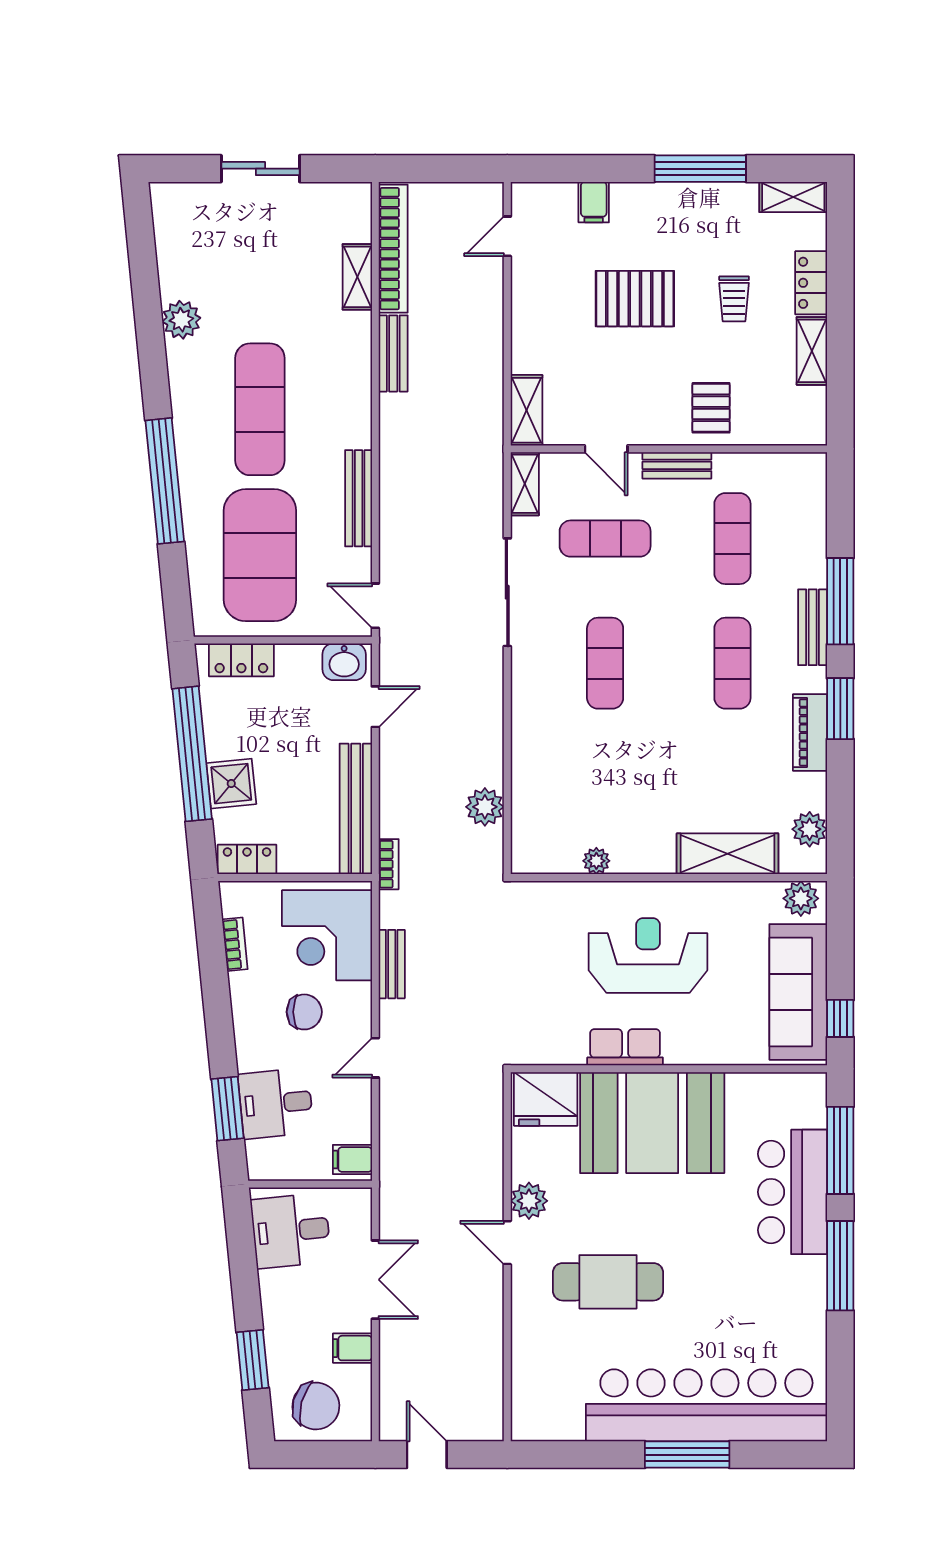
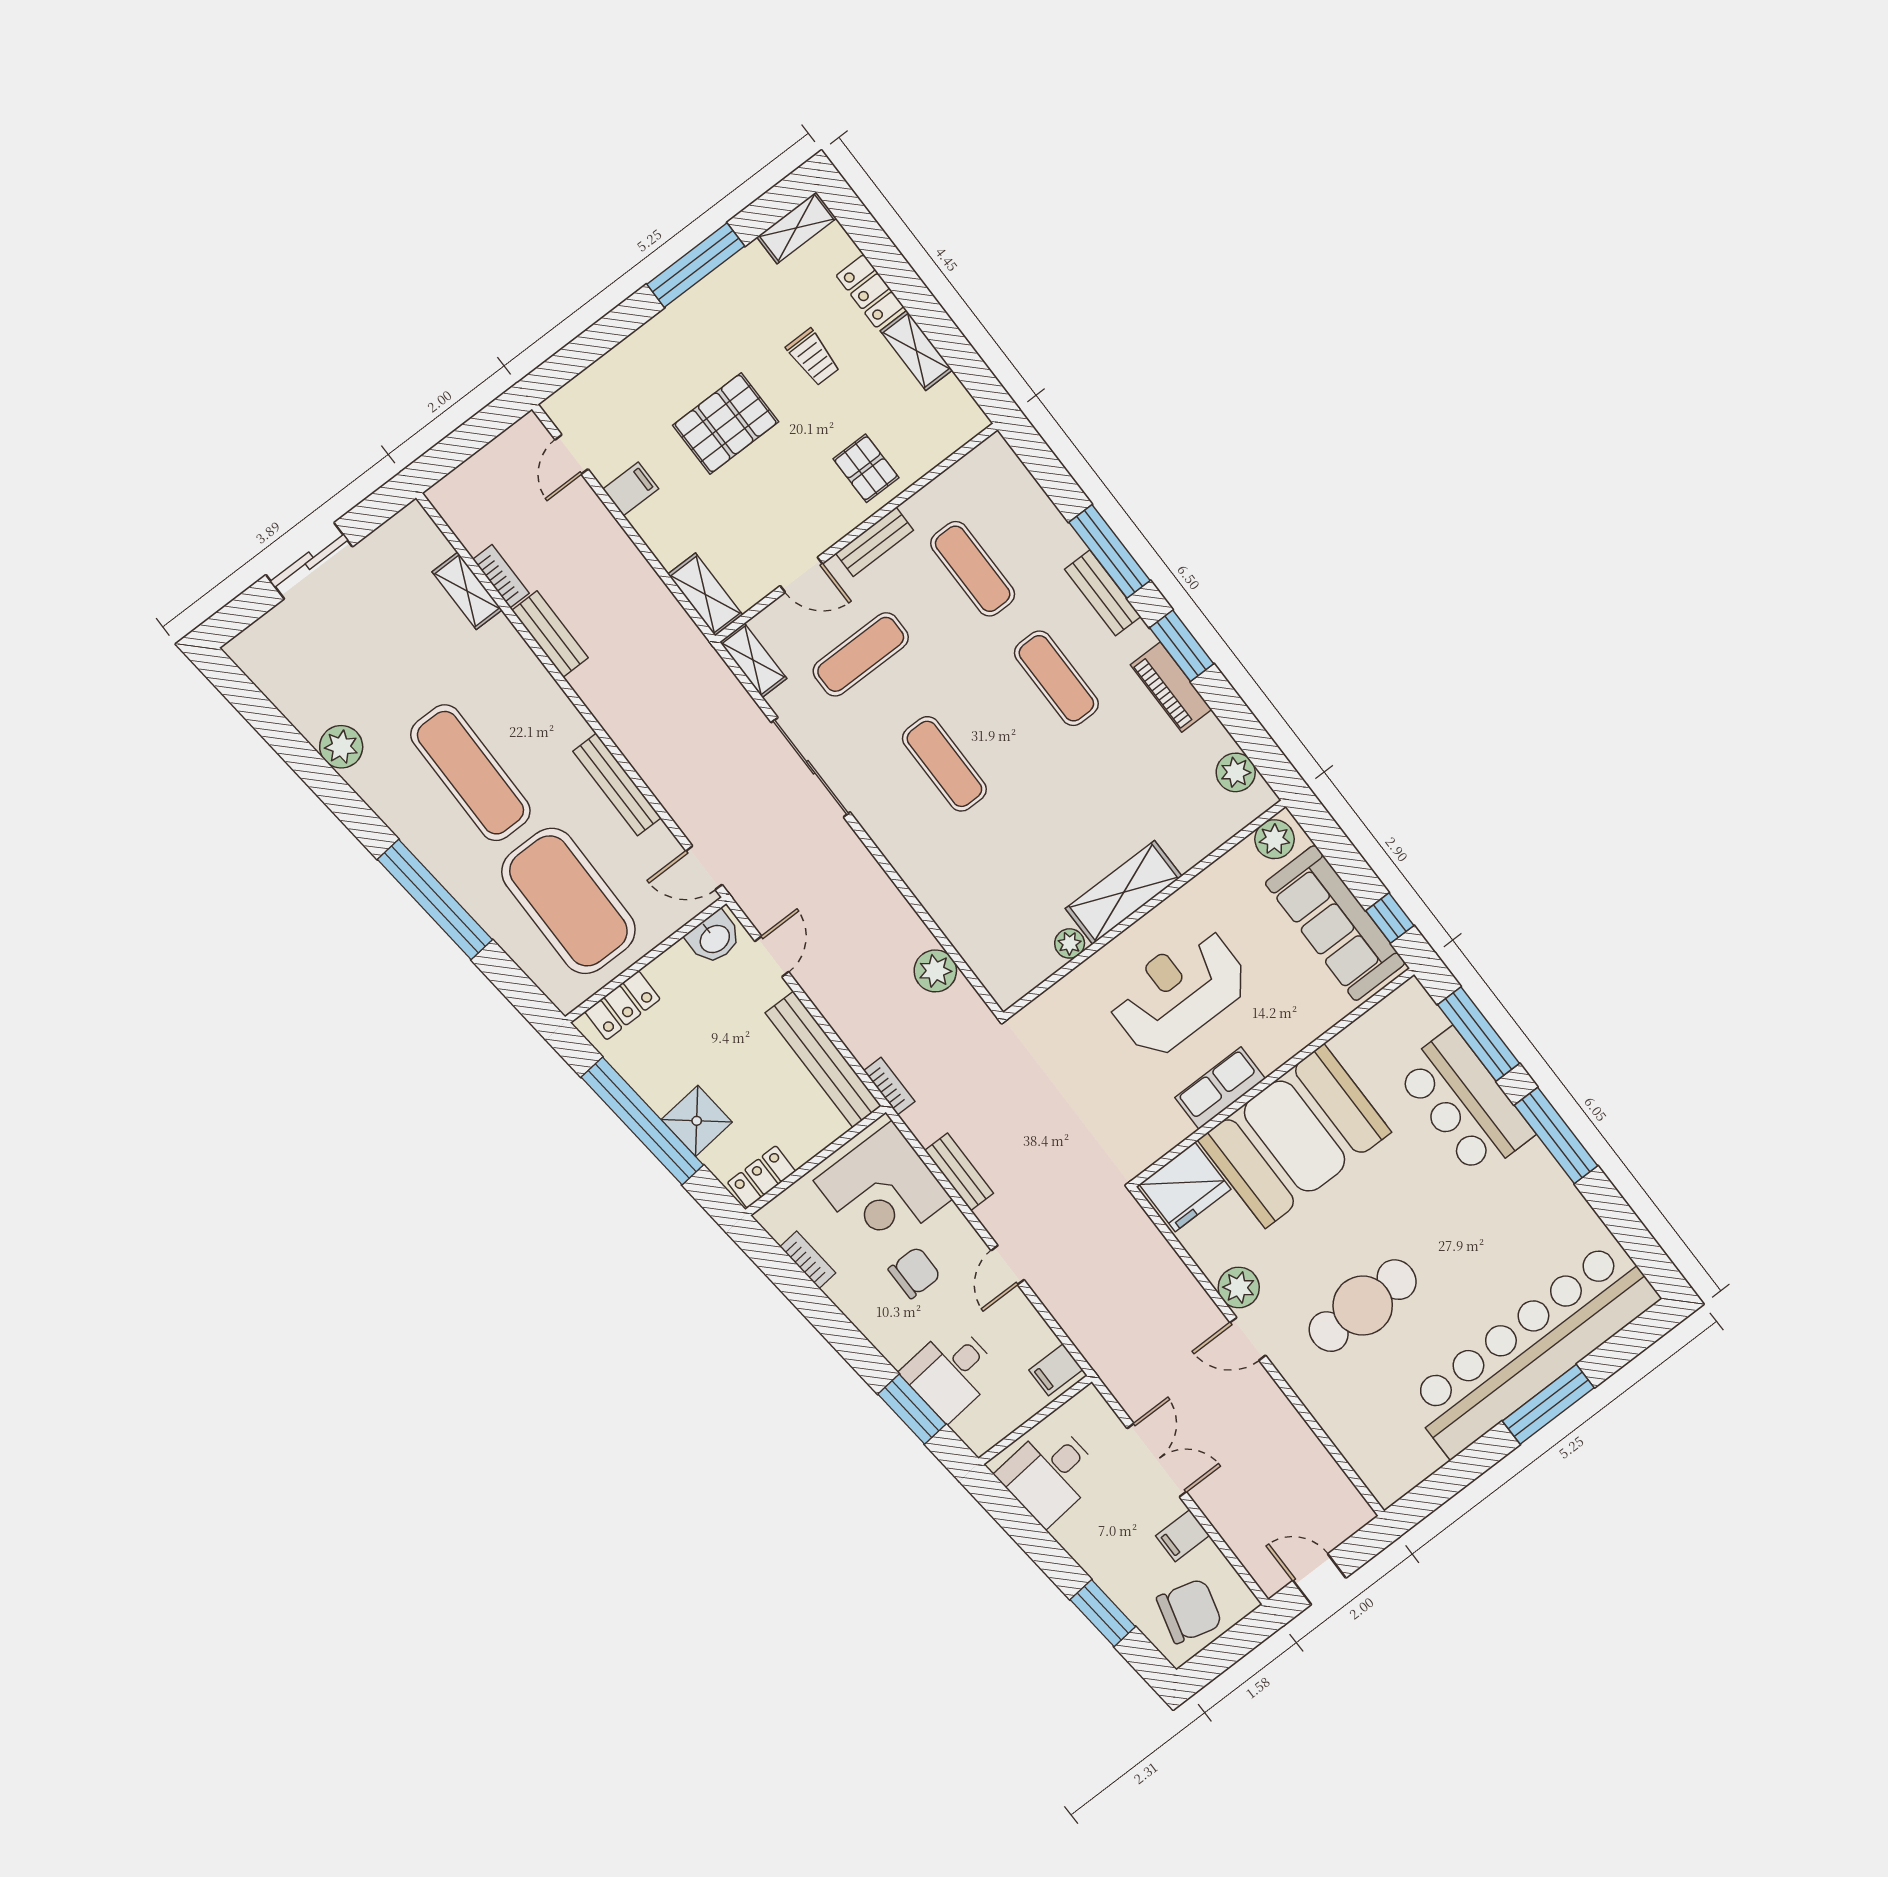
filing cabinet: (594, 202) -> (631, 489), moved, turned -90
bookcase: (393, 249) -> (501, 576), width x0.43, depth x0.76
shelving: (728, 854) -> (1124, 892), moved

